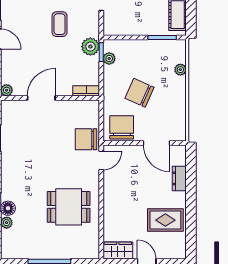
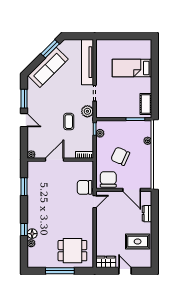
coffee table: (60, 24) -> (69, 122), moved
plant: (90, 47) -> (87, 111), moved
dining table: (69, 207) -> (72, 251), moved

